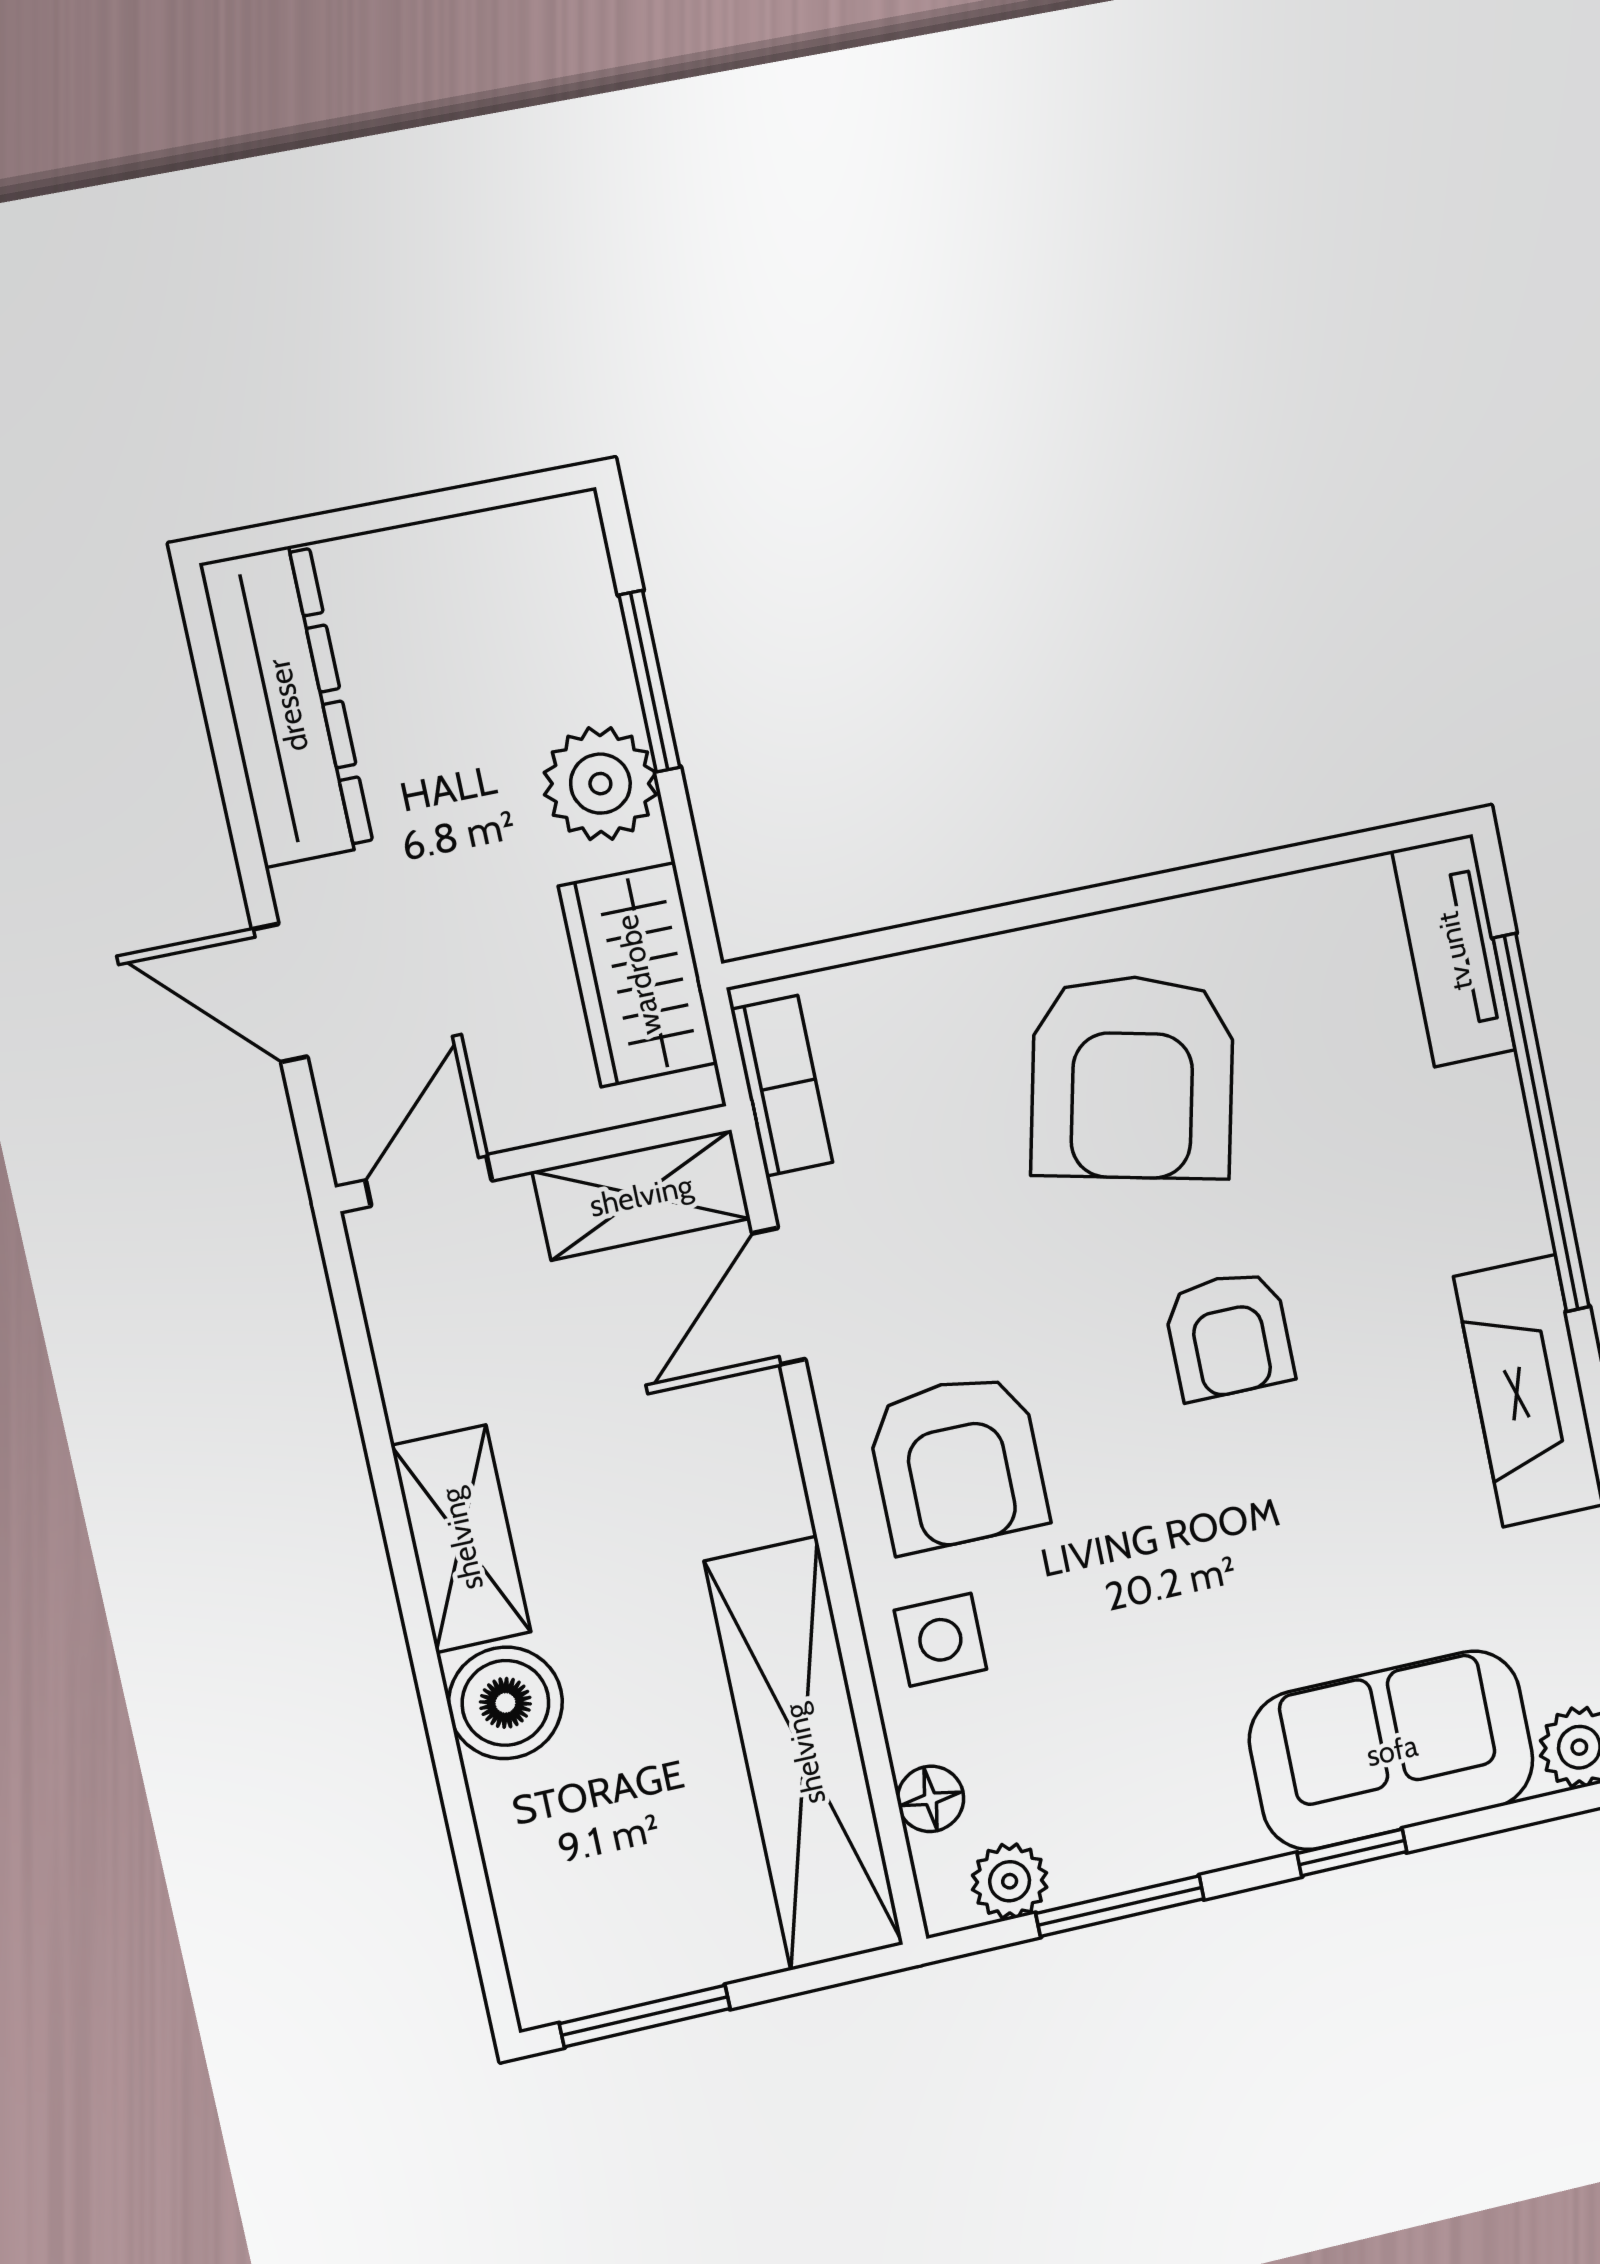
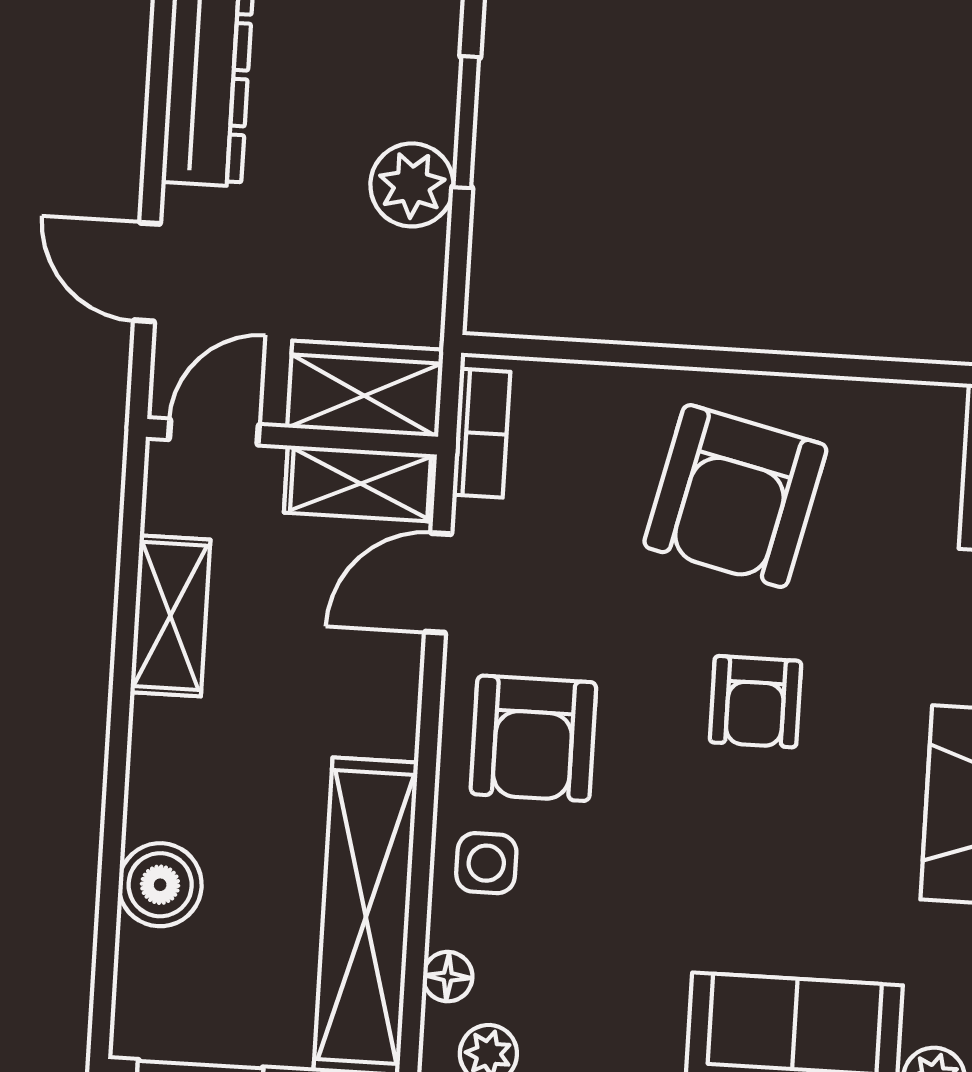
wardrobe: (638, 975) -> (365, 389), moved, turned 90
shelving: (461, 1539) -> (170, 616), moved
boiler: (505, 1703) -> (160, 885), moved

